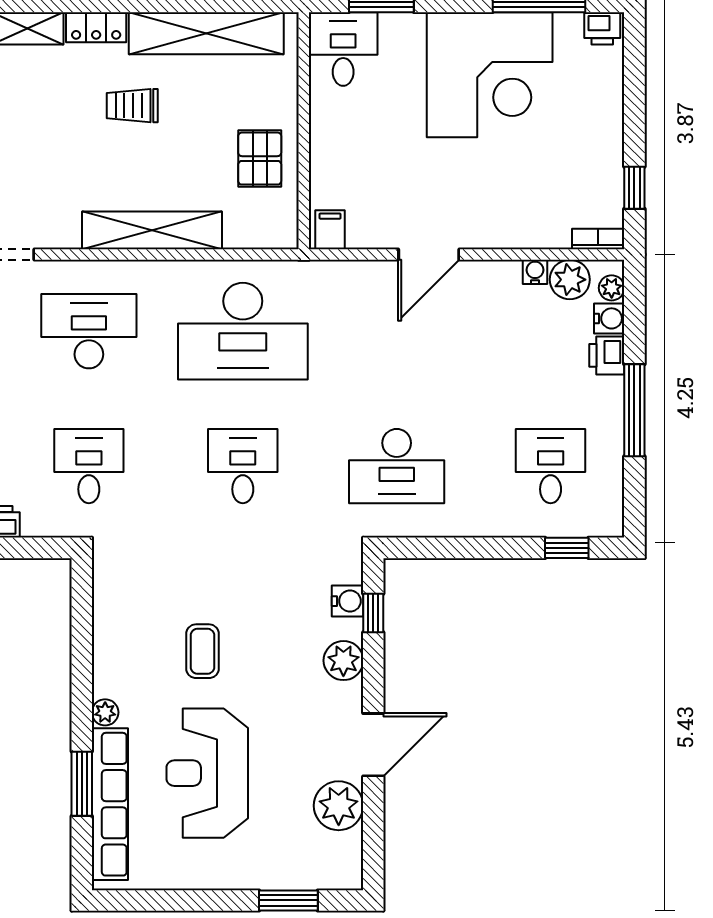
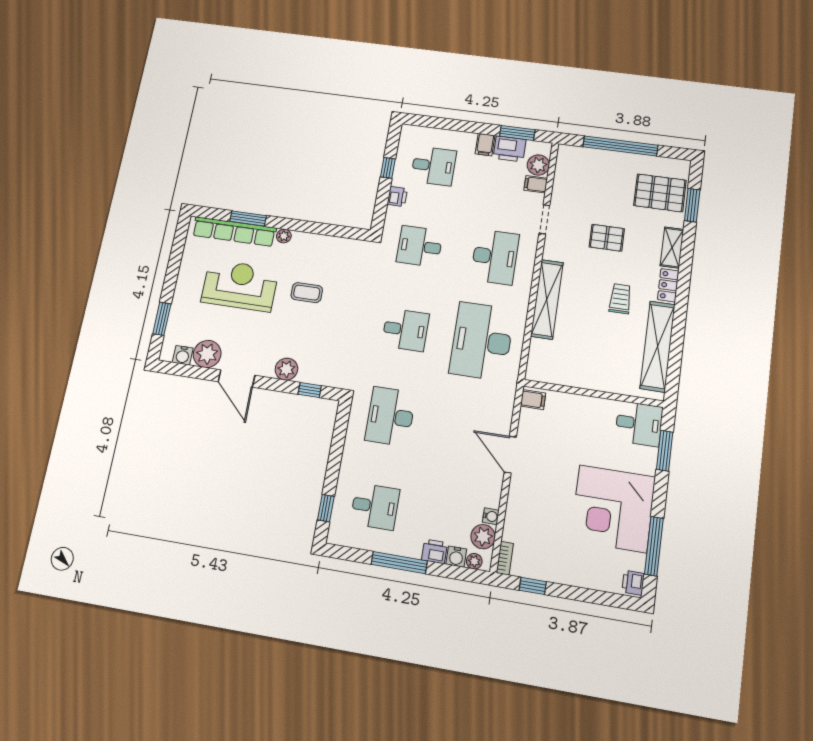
pallet: (260, 159) -> (607, 238), moved
desk: (89, 466) -> (420, 246), turned 180
water cooler: (347, 601) -> (183, 355), moved

